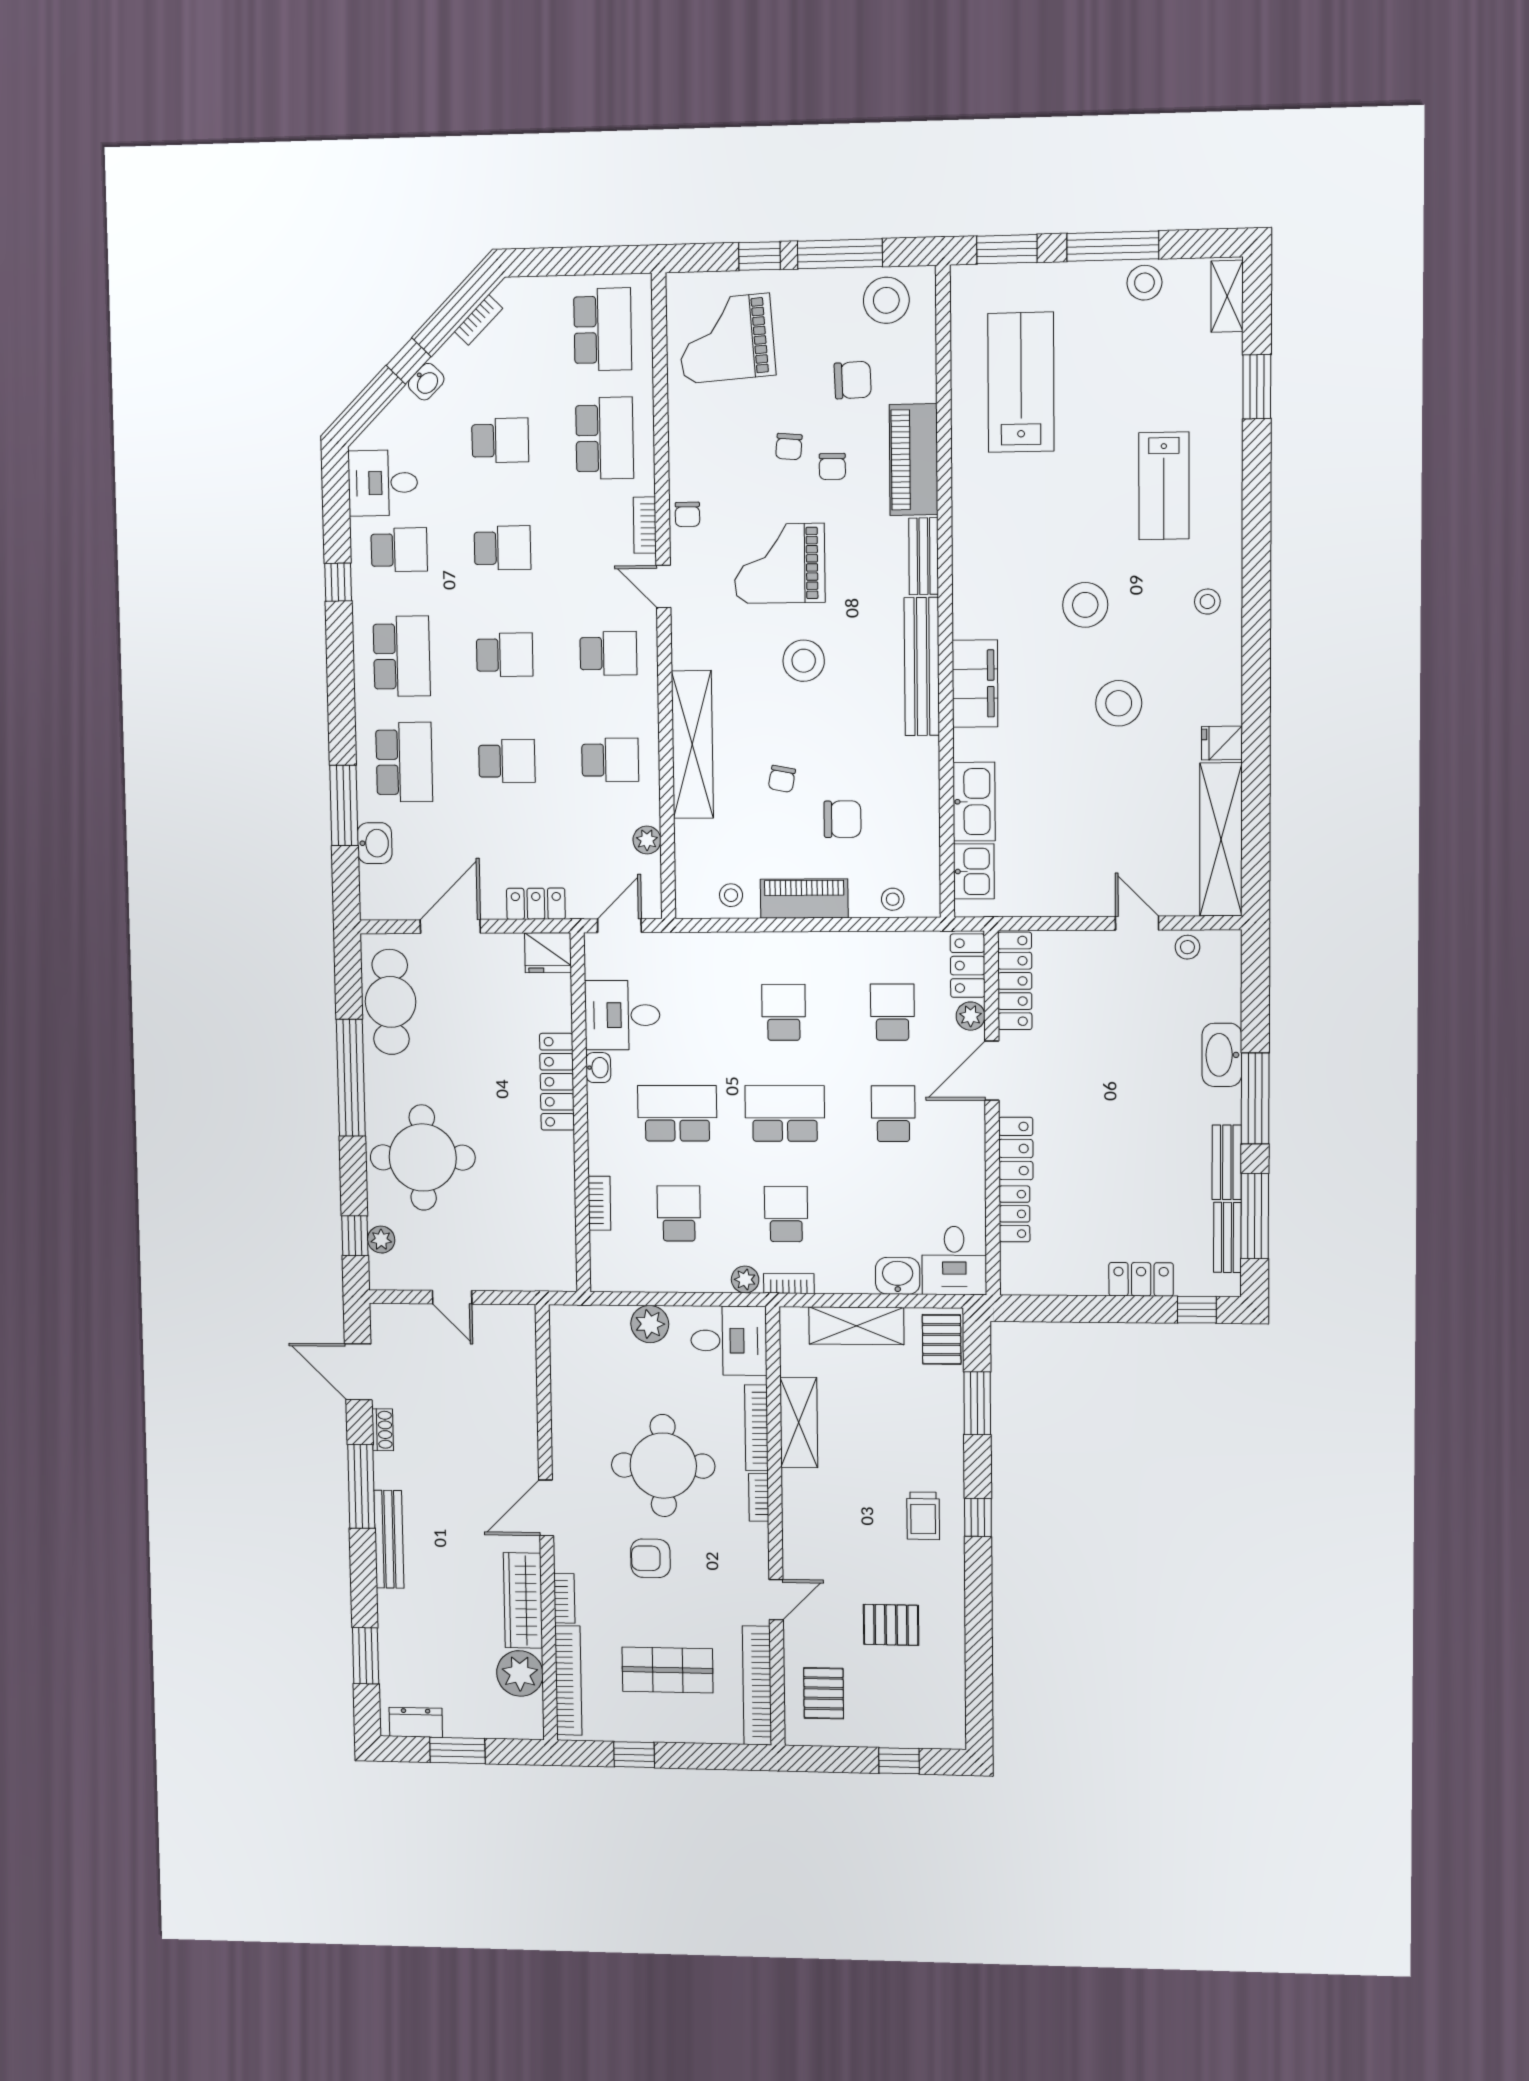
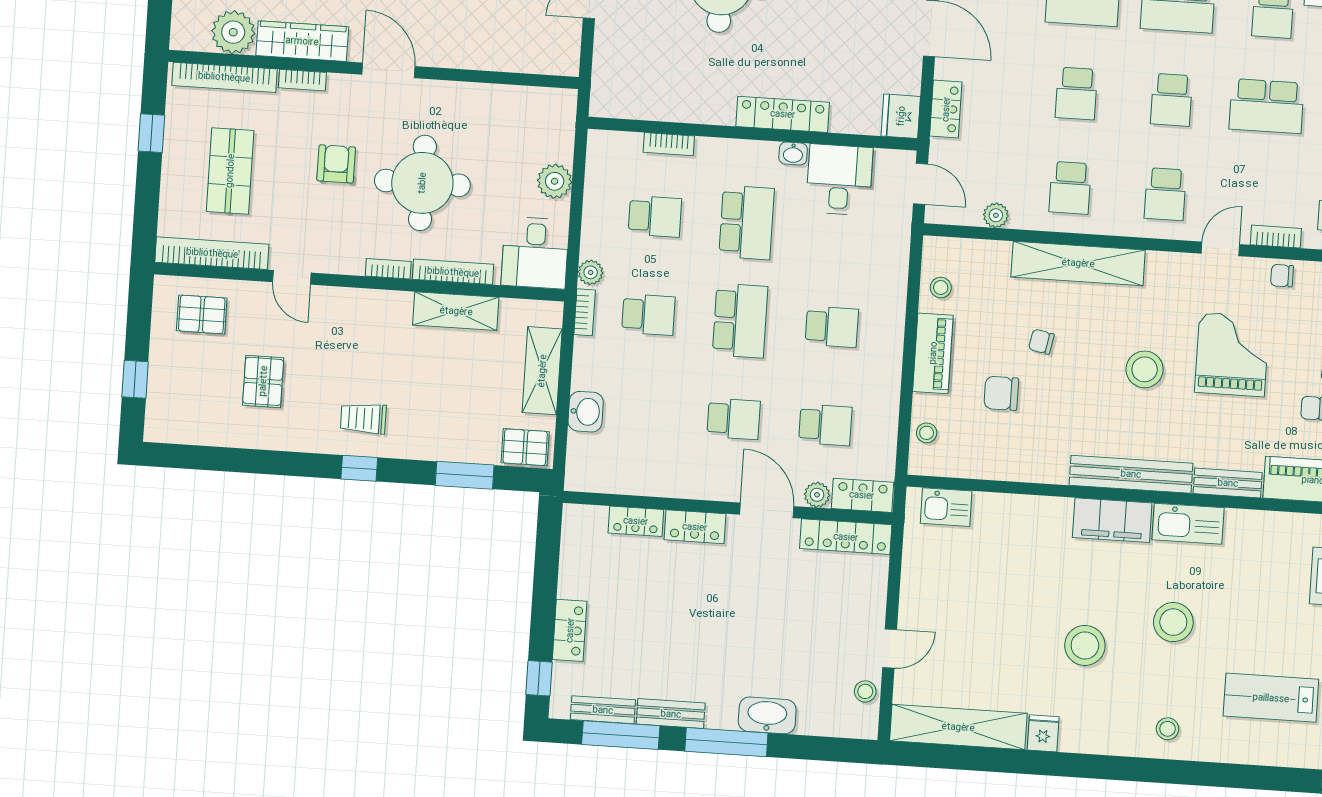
school desk: (502, 548) -> (1267, 106), width x1.85
kitchen sink: (974, 802) -> (1188, 524), moved
chair: (842, 819) -> (1001, 393), turned 90
desk: (954, 1261) -> (597, 464), removed

